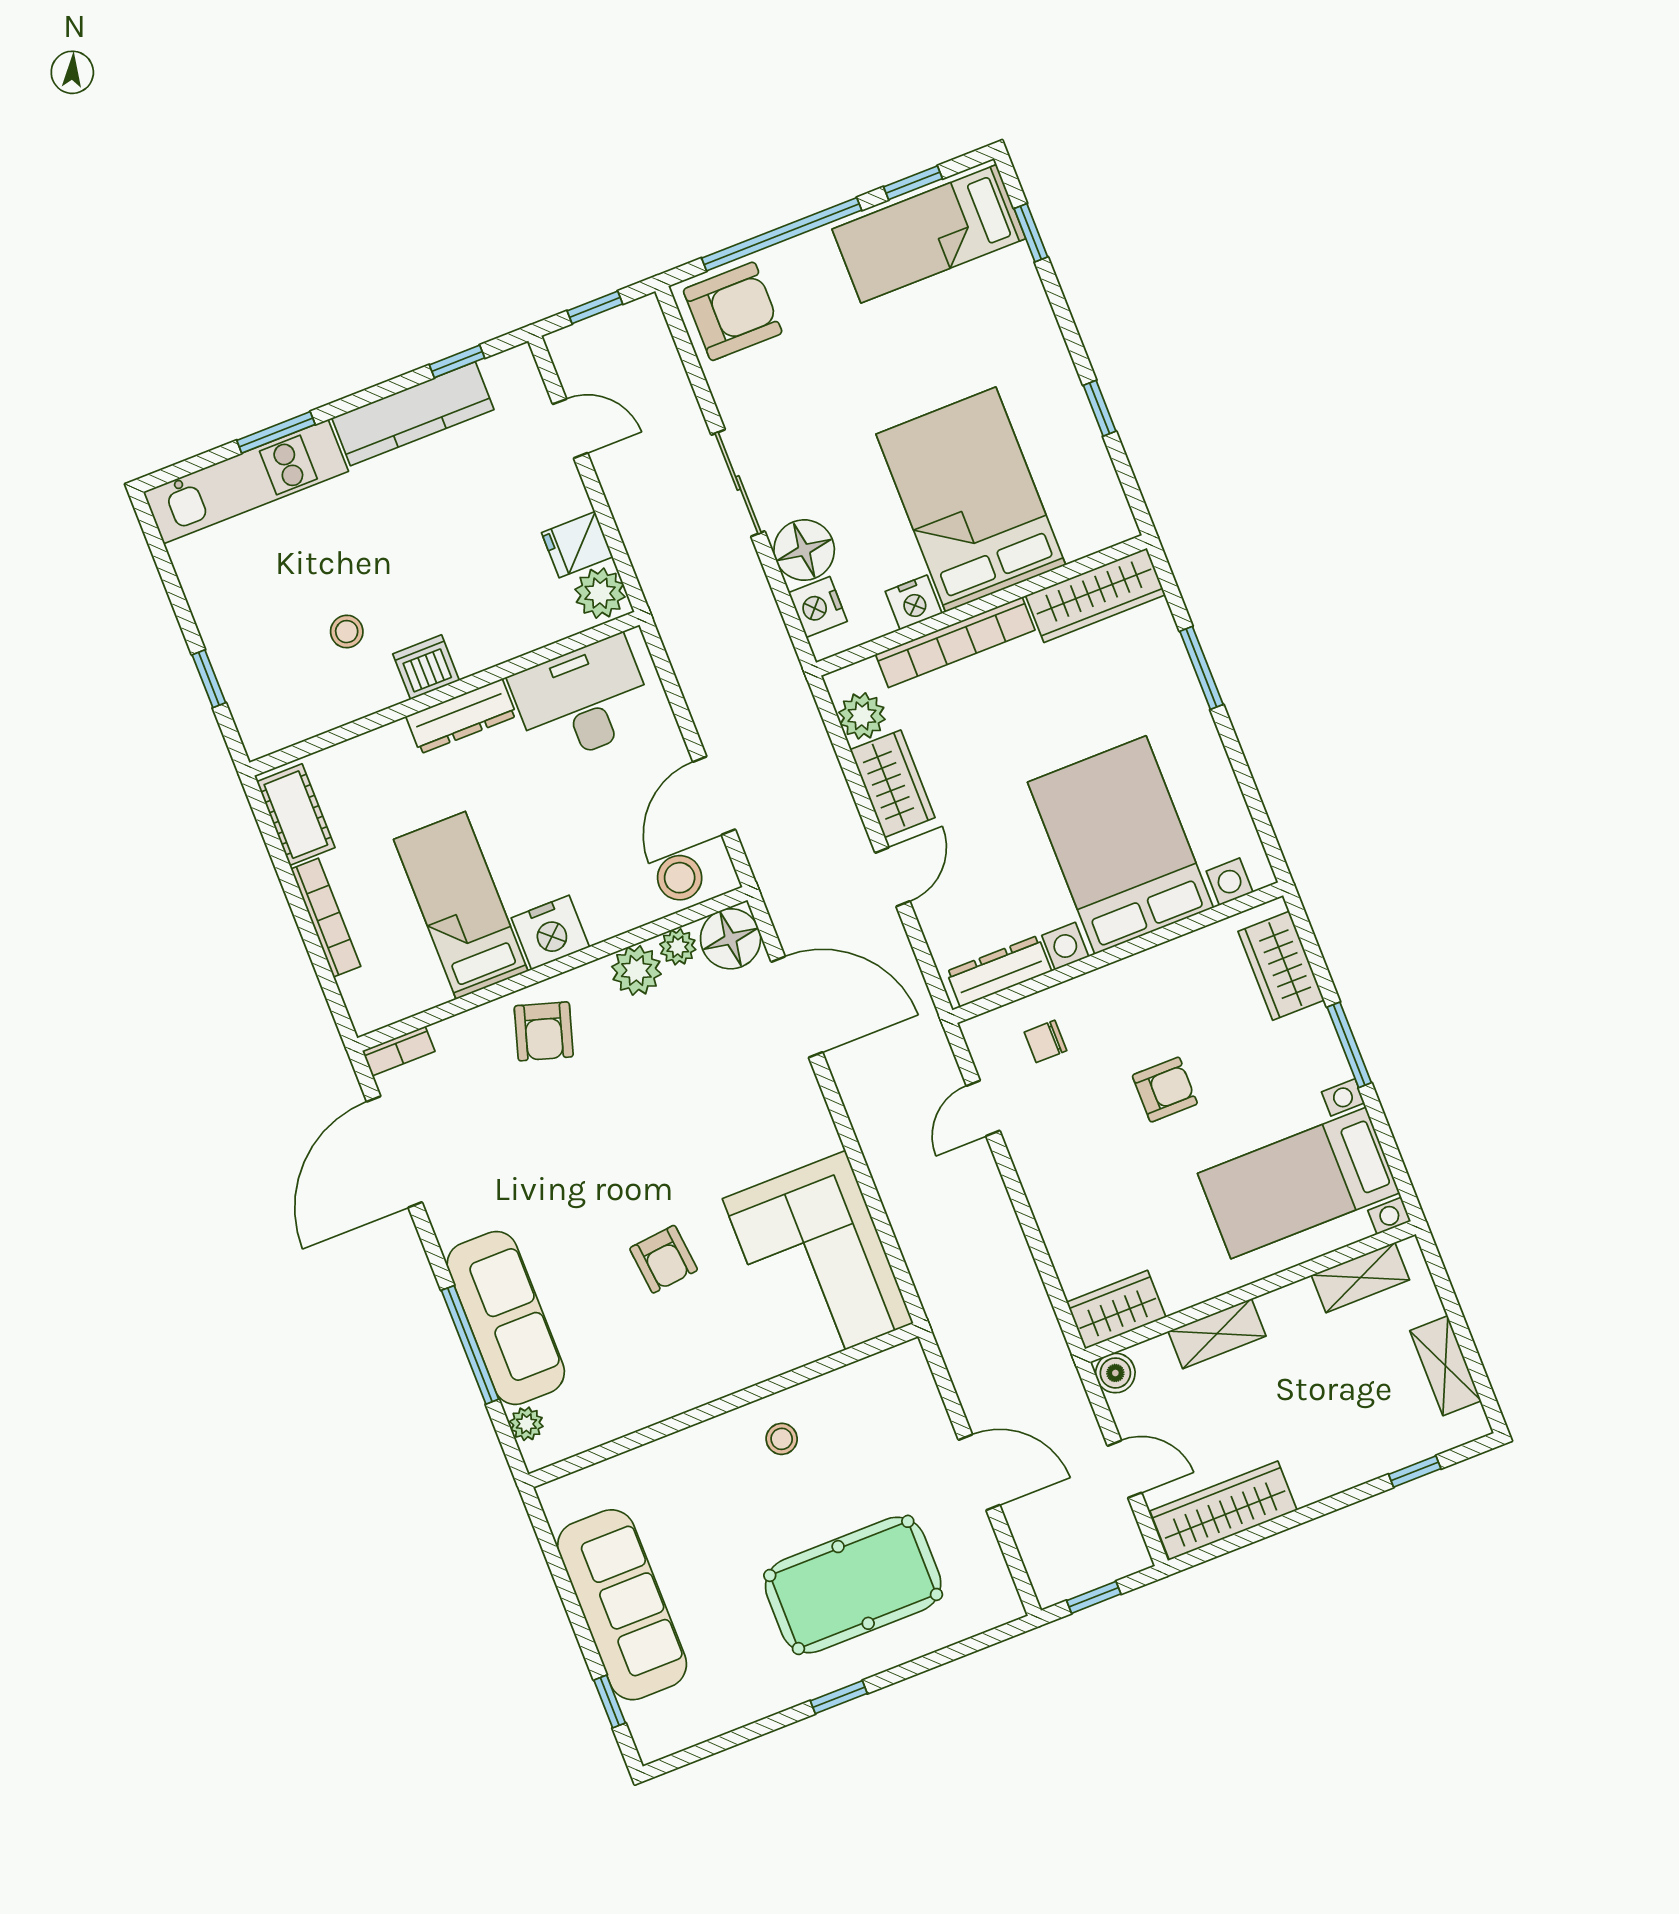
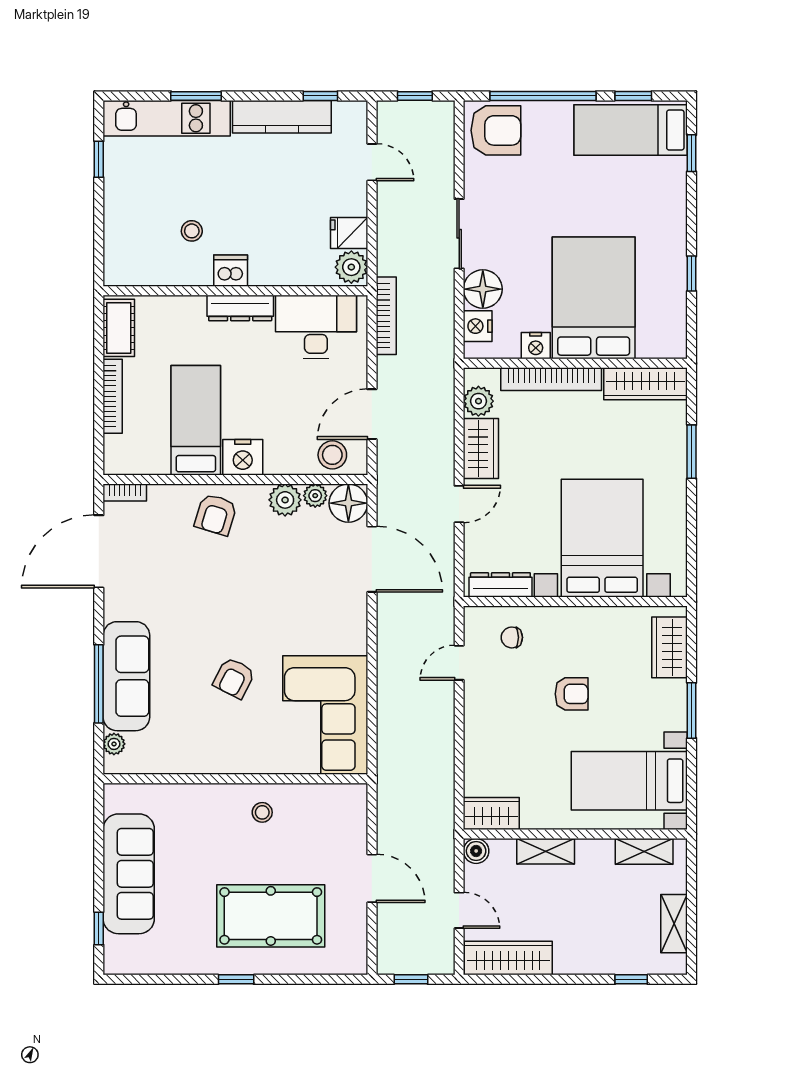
bookcase: (679, 644) -> (386, 316), added
window: (209, 679) -> (99, 159), moved
armchair: (664, 1259) -> (234, 678), turned 33

